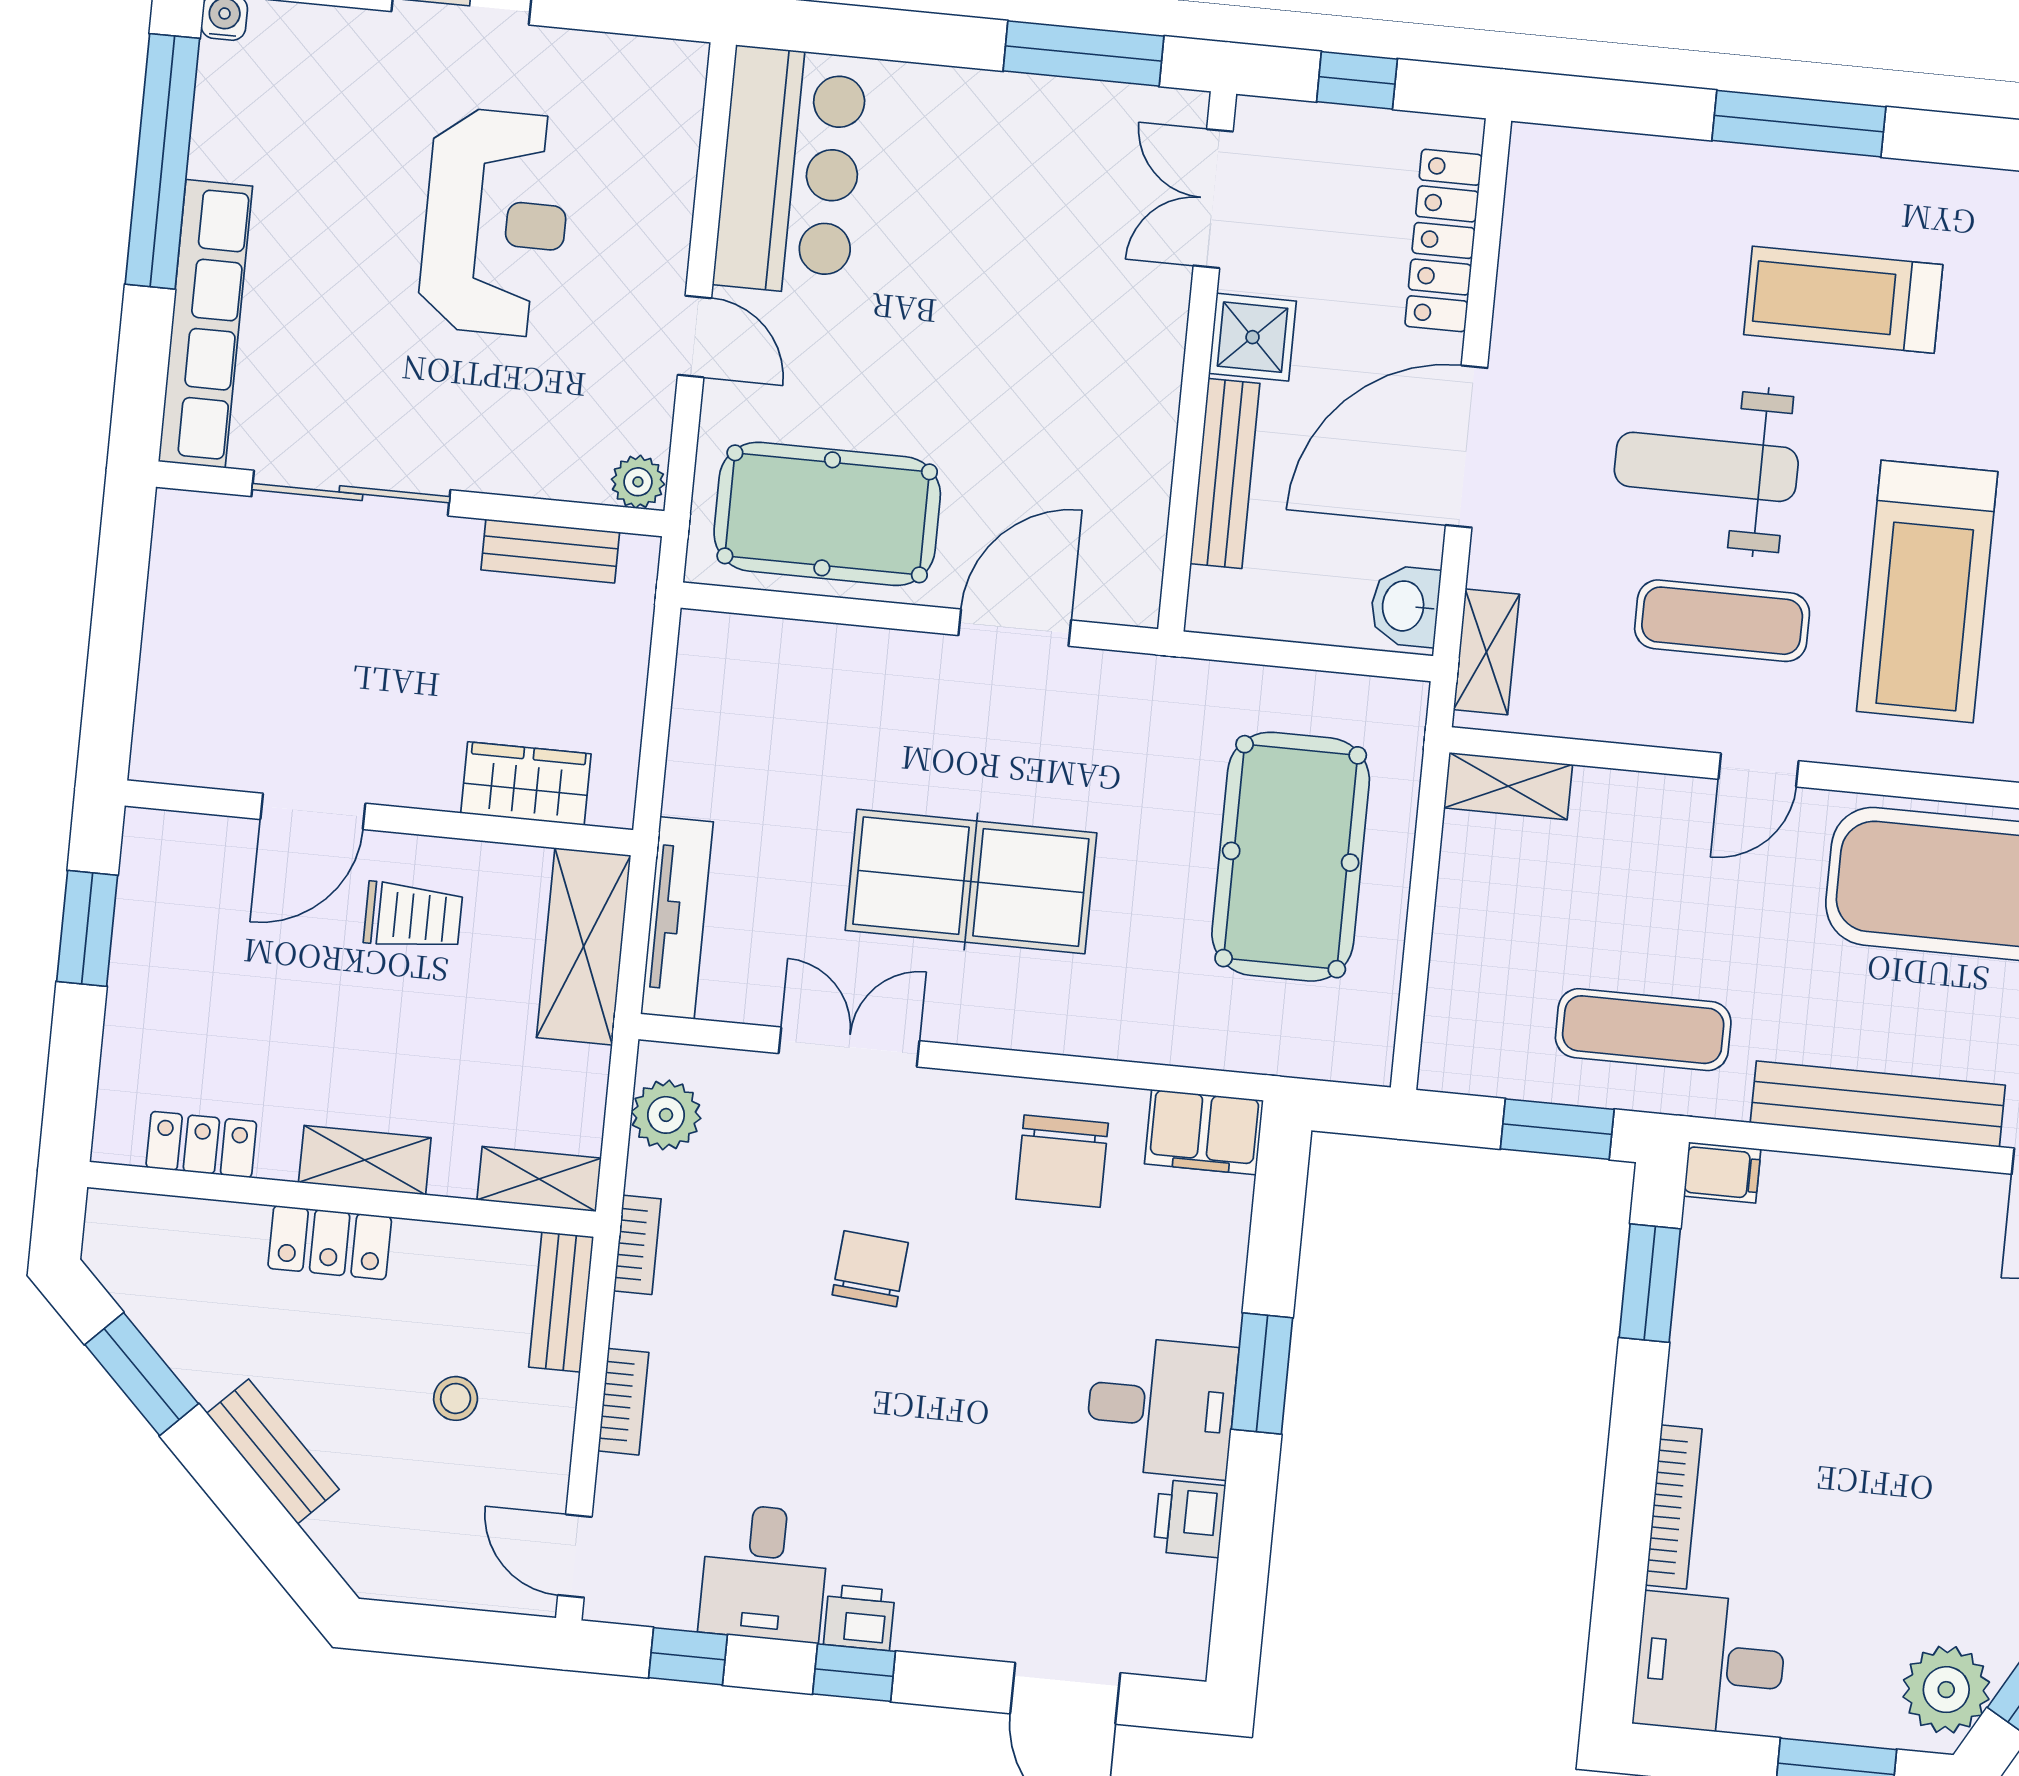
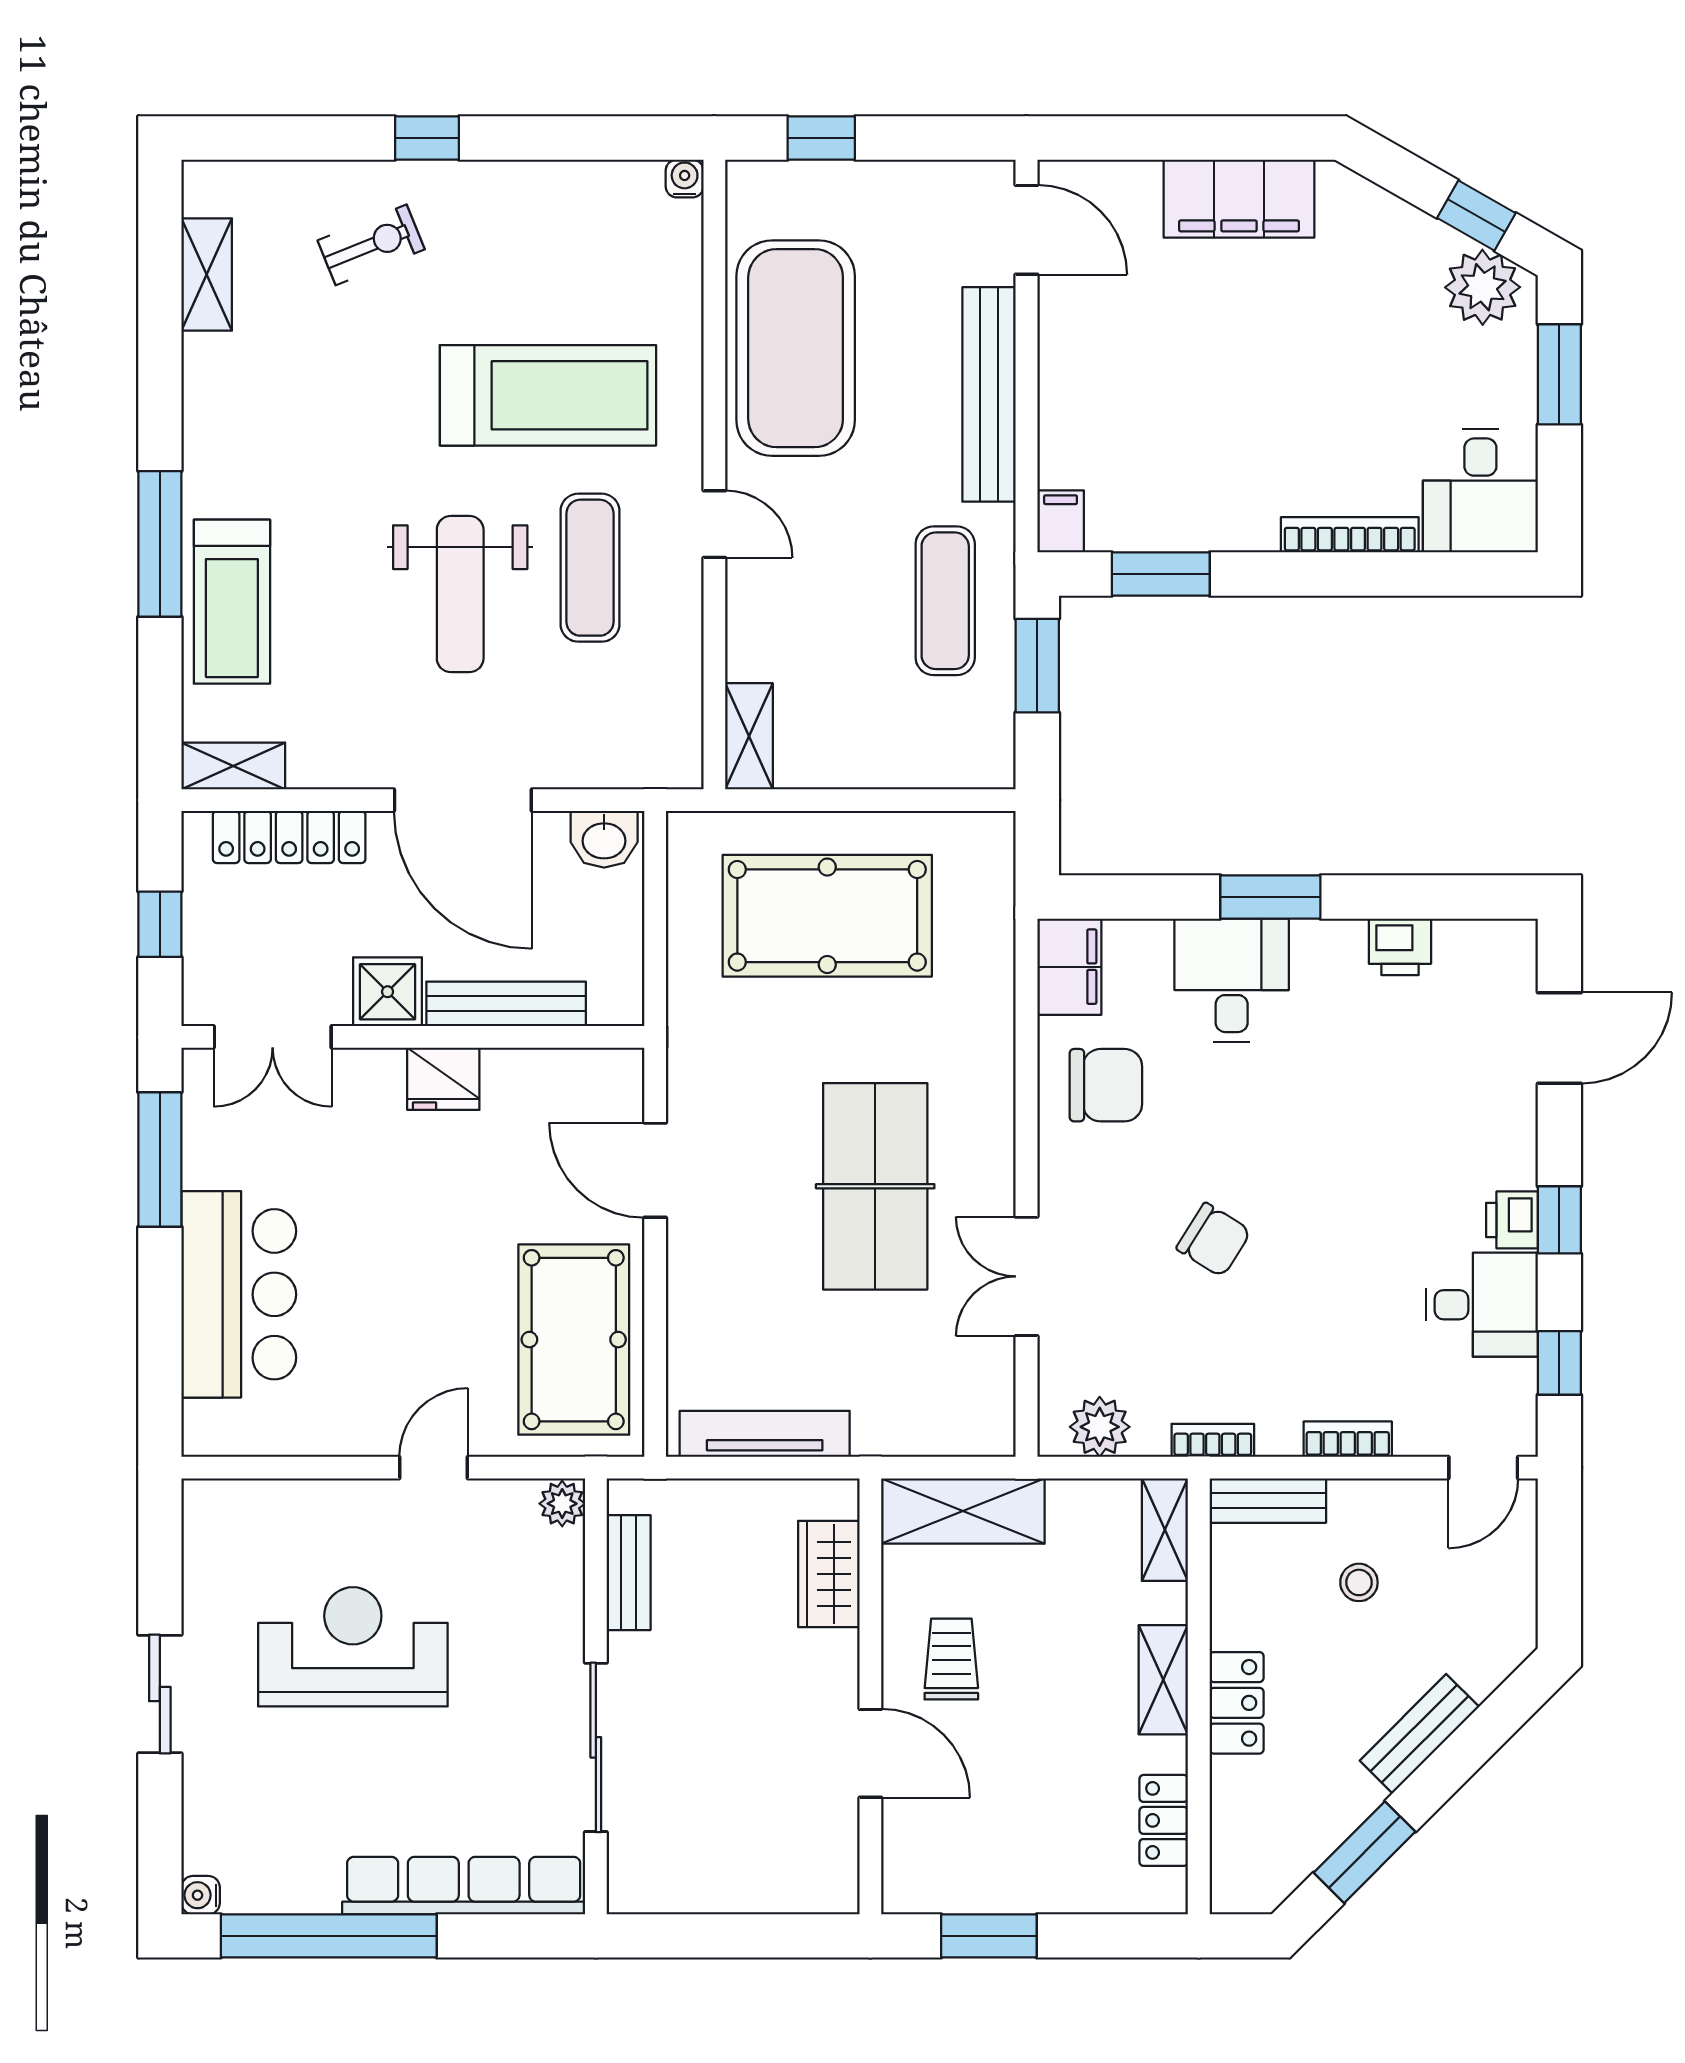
bar counter: (791, 171) -> (239, 1294), moved, turned 90
treadmill: (1843, 300) -> (232, 602), moved
fridge: (1145, 392) -> (443, 1079), added
shelving: (1486, 652) -> (233, 766), moved
tv unit: (677, 918) -> (765, 1434), moved
chair: (870, 1269) -> (1214, 1240), turned -153
desk: (1161, 1407) -> (1232, 980), moved

